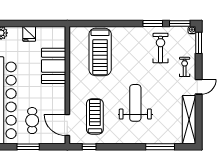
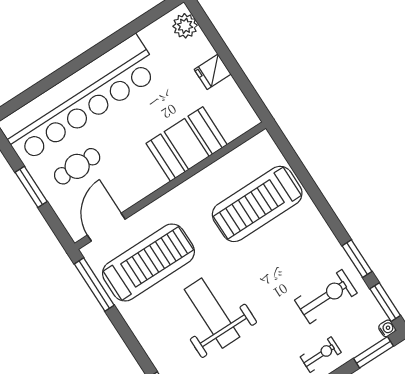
weight bench: (135, 103) -> (212, 313), turned -90
treadmill: (95, 117) -> (148, 262), width x1.37, depth x1.38
window: (89, 147) -> (94, 285), width x2.17

